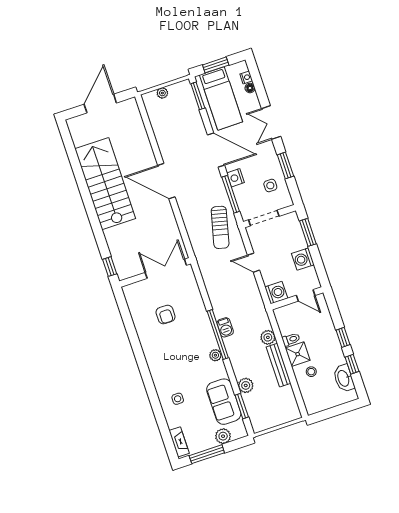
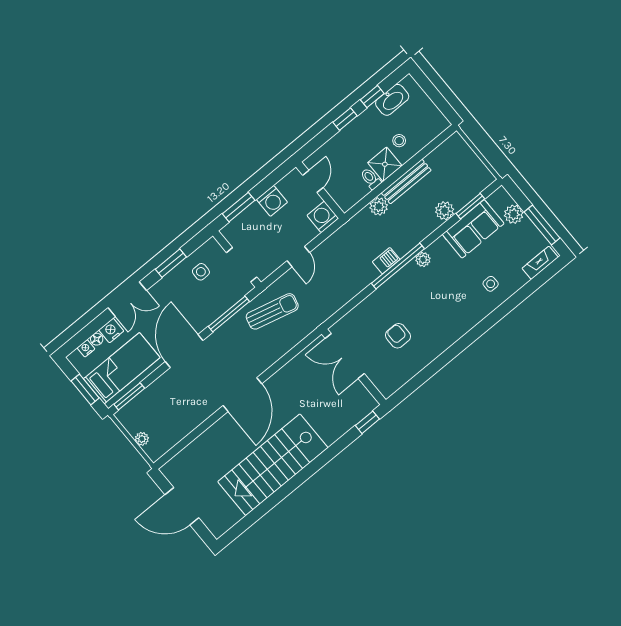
nightstand: (235, 178) -> (111, 330), moved, turned 180
armchair: (166, 314) -> (398, 336), turned -90

